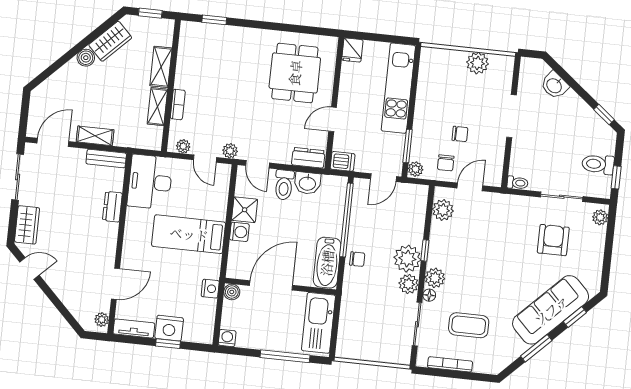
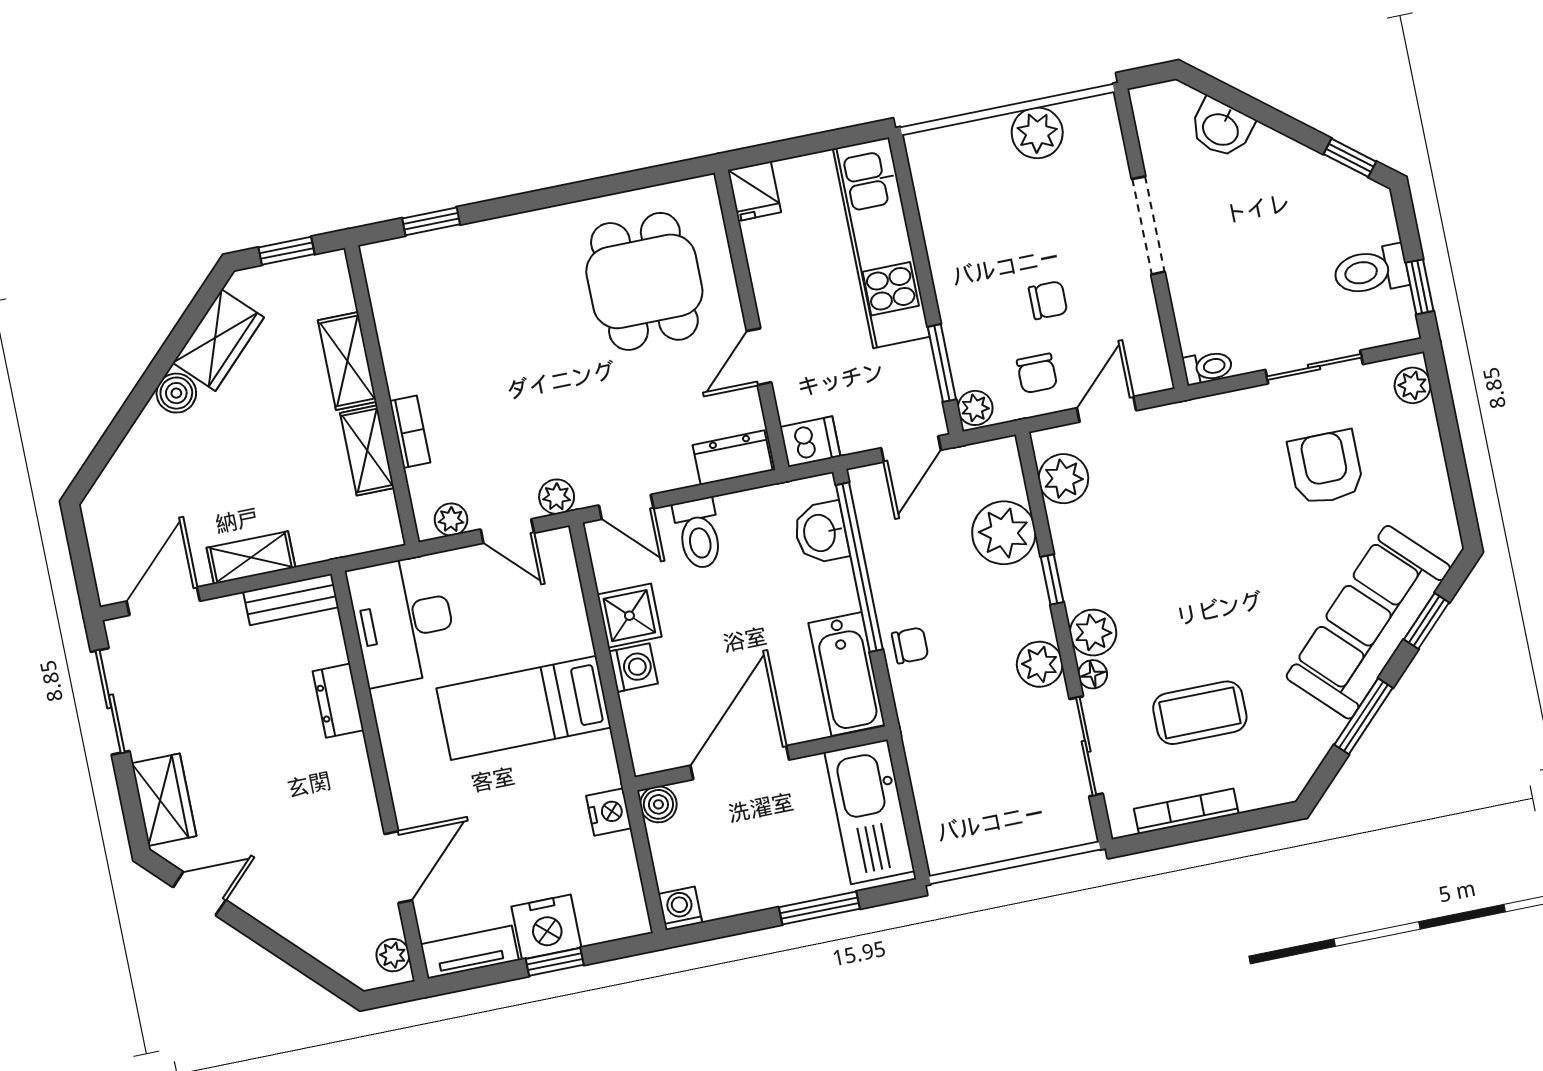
washbasin: (307, 183) -> (821, 533), moved, turned 90
plant: (407, 259) -> (1004, 533), moved
window: (285, 356) -> (819, 908), width x0.69

